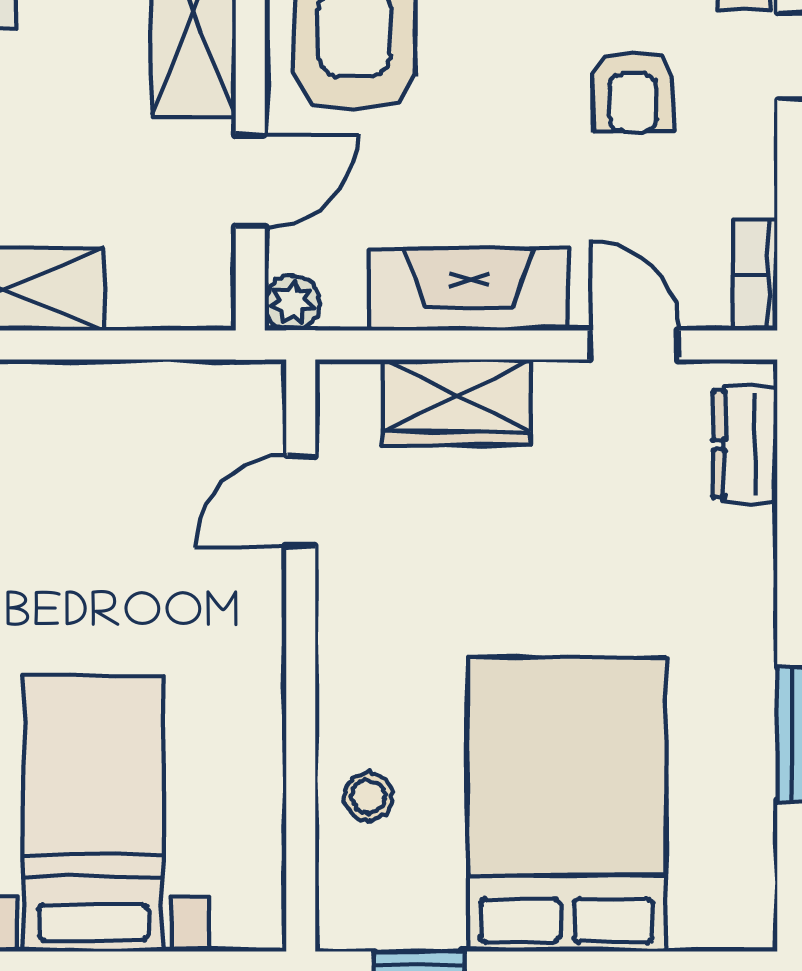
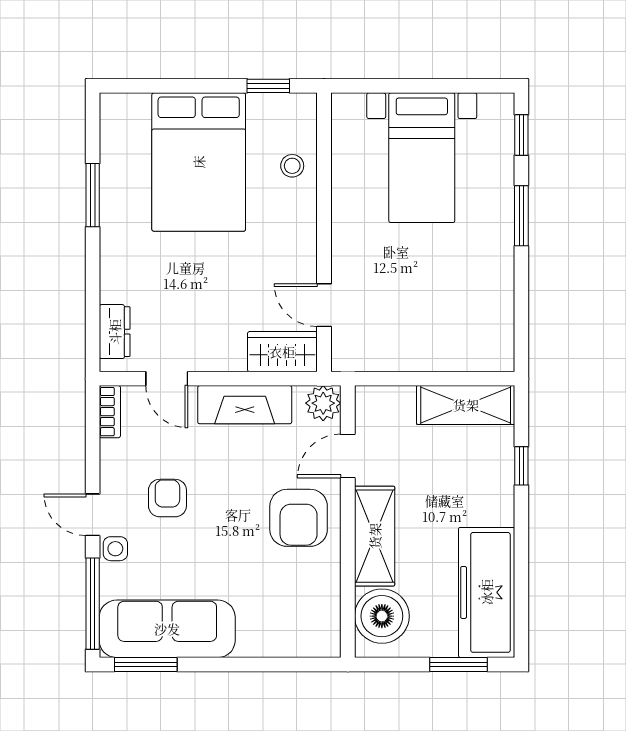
plant: (292, 303) -> (323, 403), width x1.38, depth x1.38
wardrobe: (457, 402) -> (282, 352), moved
door: (301, 501) -> (324, 305), swing flipped

